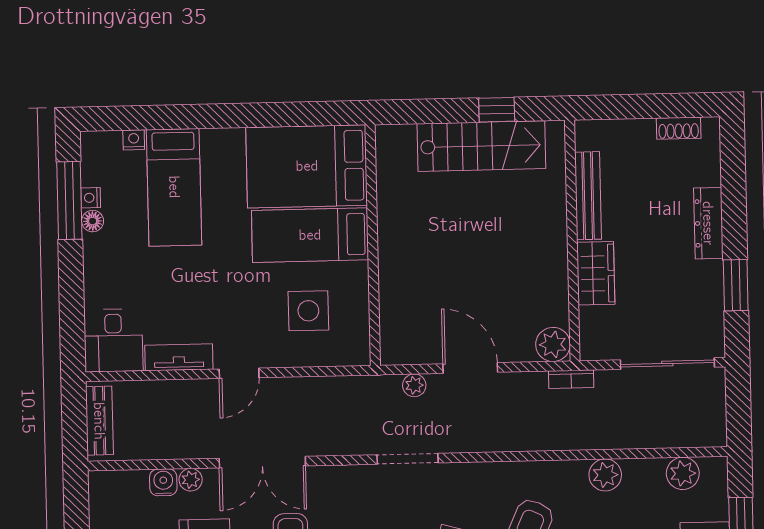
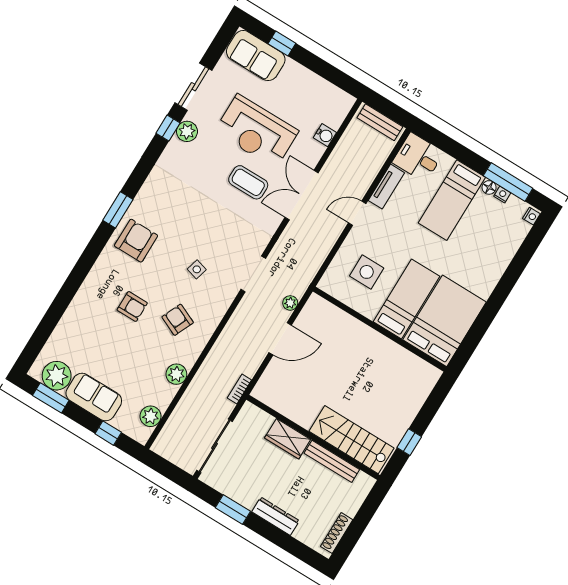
shoe rack: (679, 128) -> (337, 533), width x1.43
nightstand: (134, 140) -> (531, 216), moved
stairs: (481, 146) -> (352, 440), moved, turned 90
bed: (174, 187) -> (452, 200), moved, turned -90
plant: (553, 344) -> (264, 391), removed
door: (239, 373) -> (357, 213), hinge flipped
plant: (191, 480) -> (317, 151), removed

